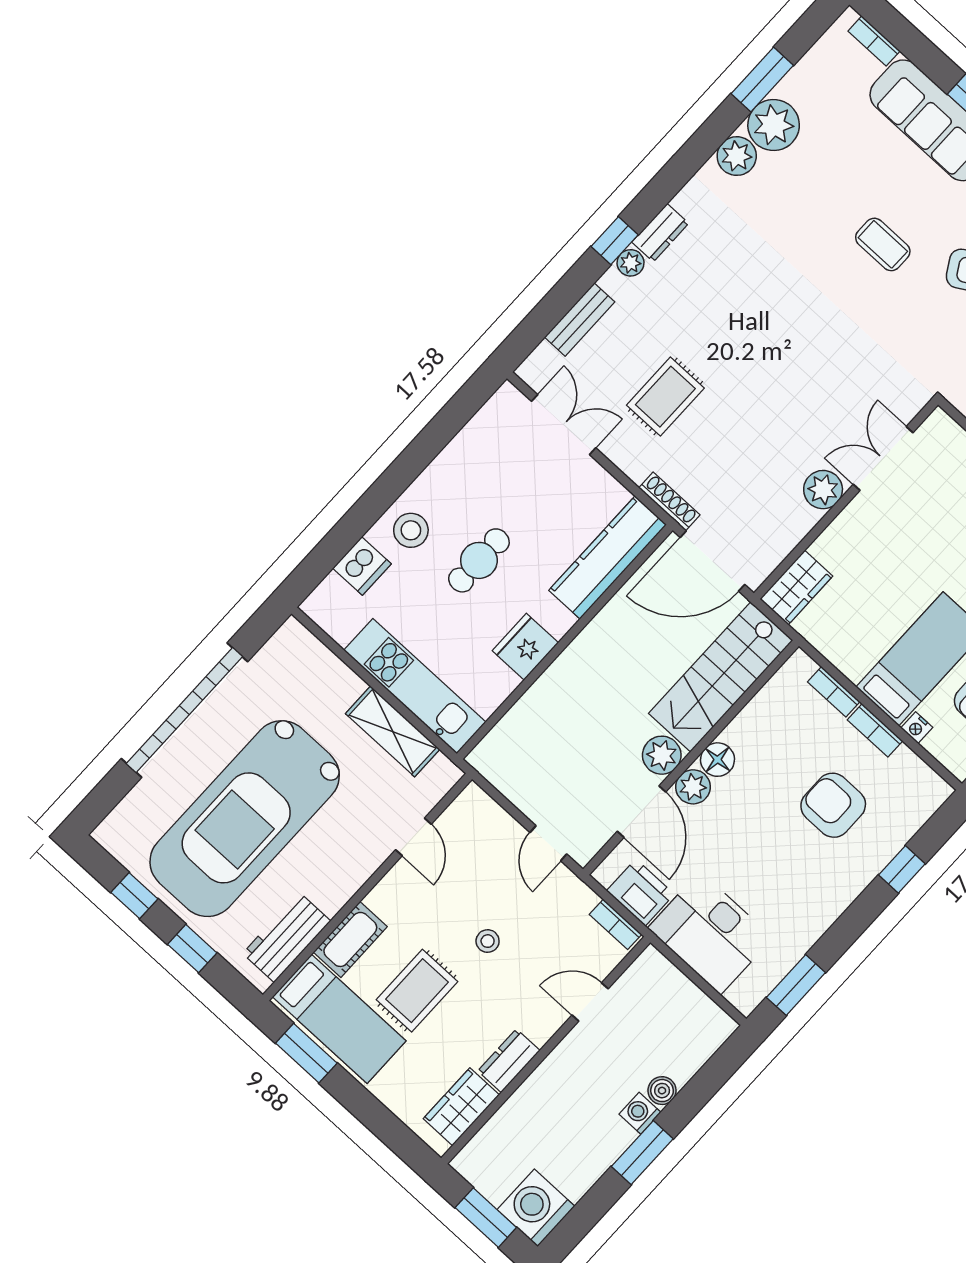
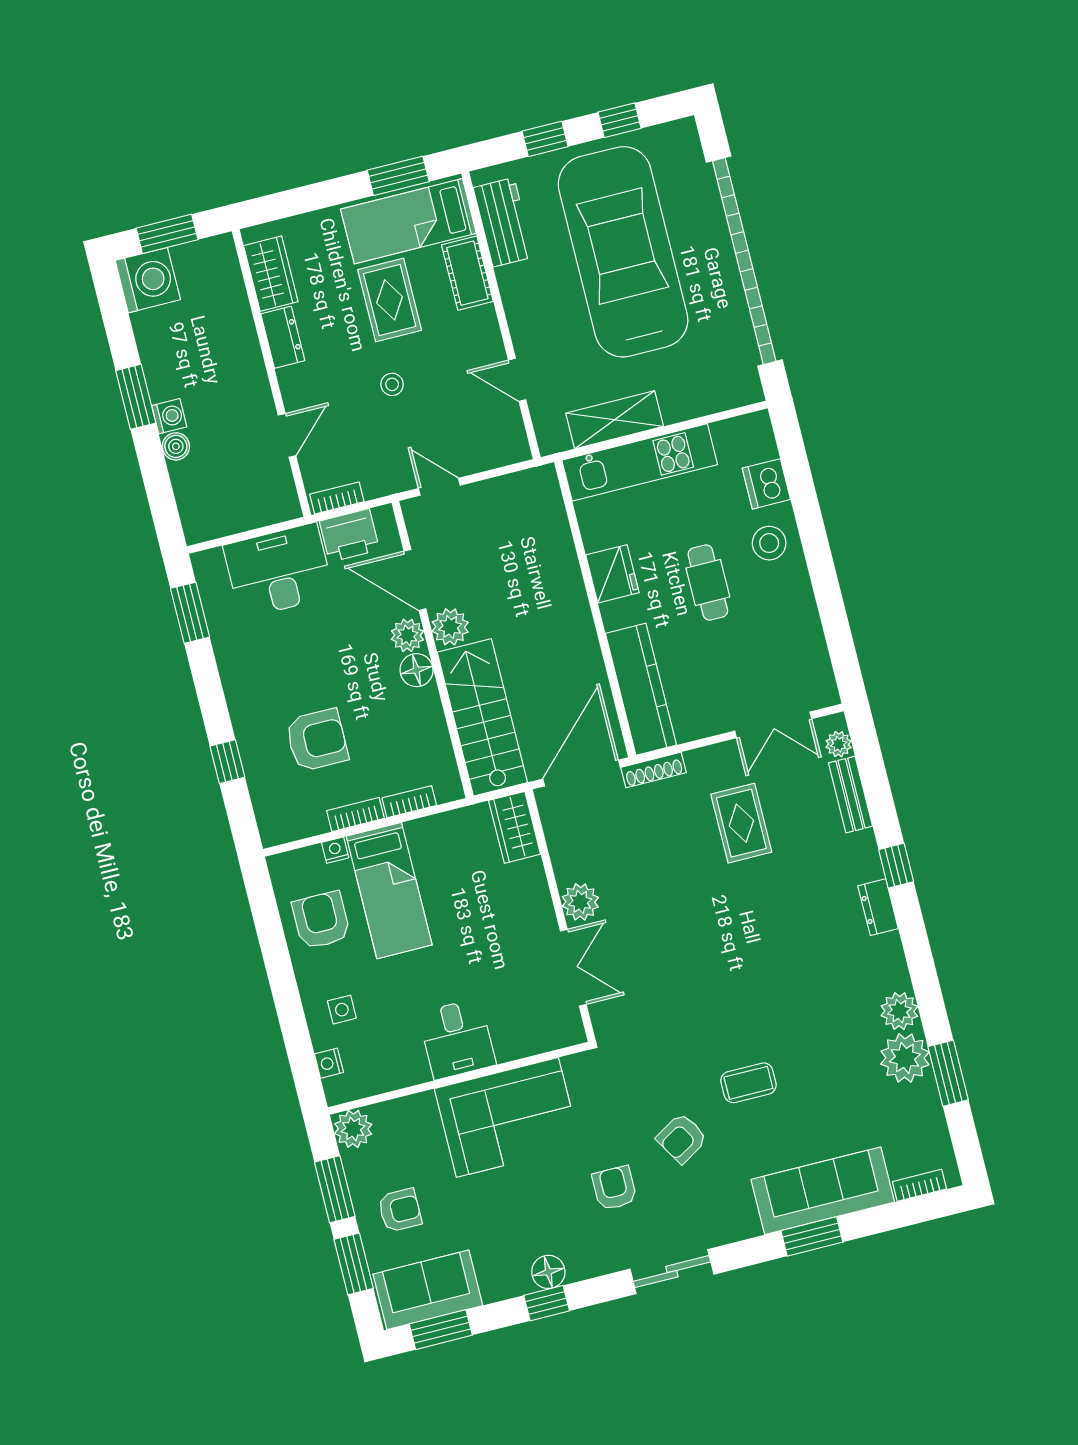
plant: (631, 263) -> (839, 744), moved
garage door: (184, 710) -> (744, 261), width x1.36

